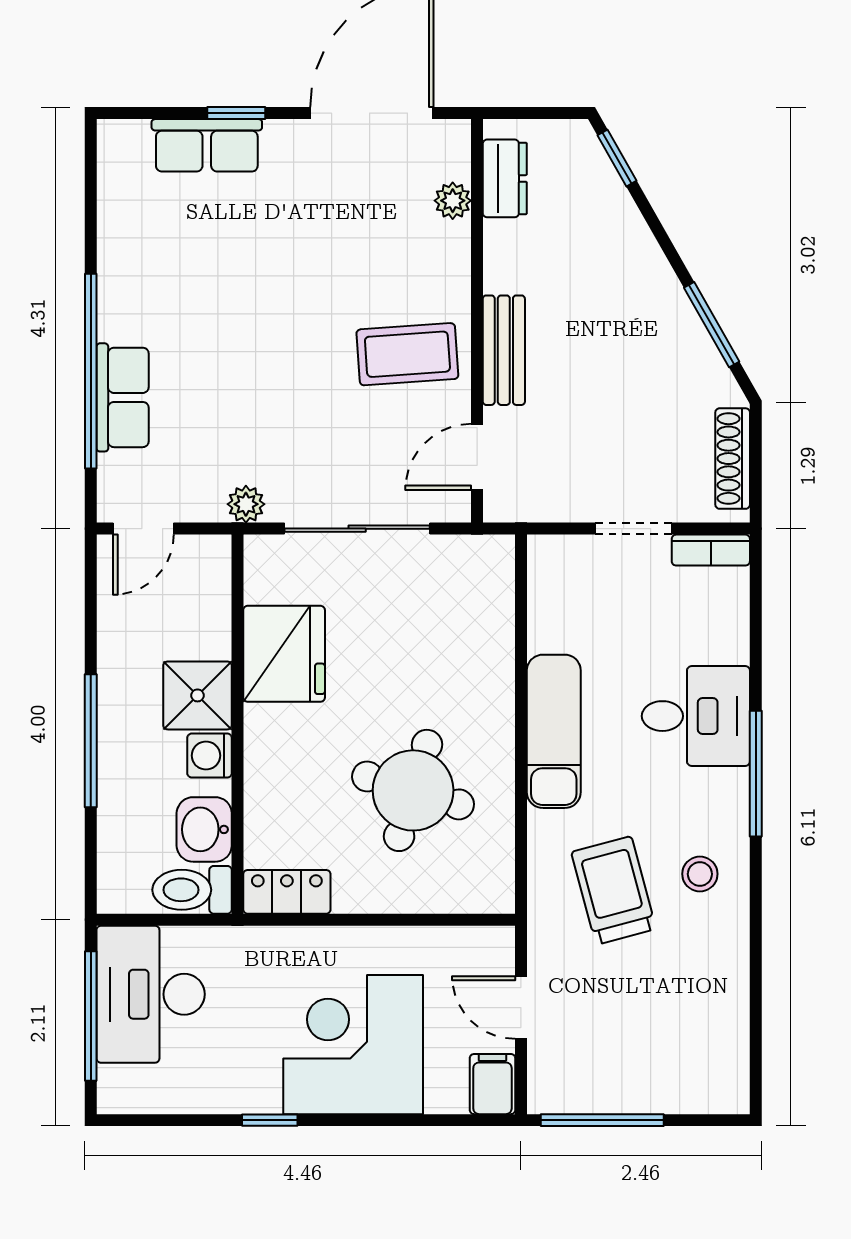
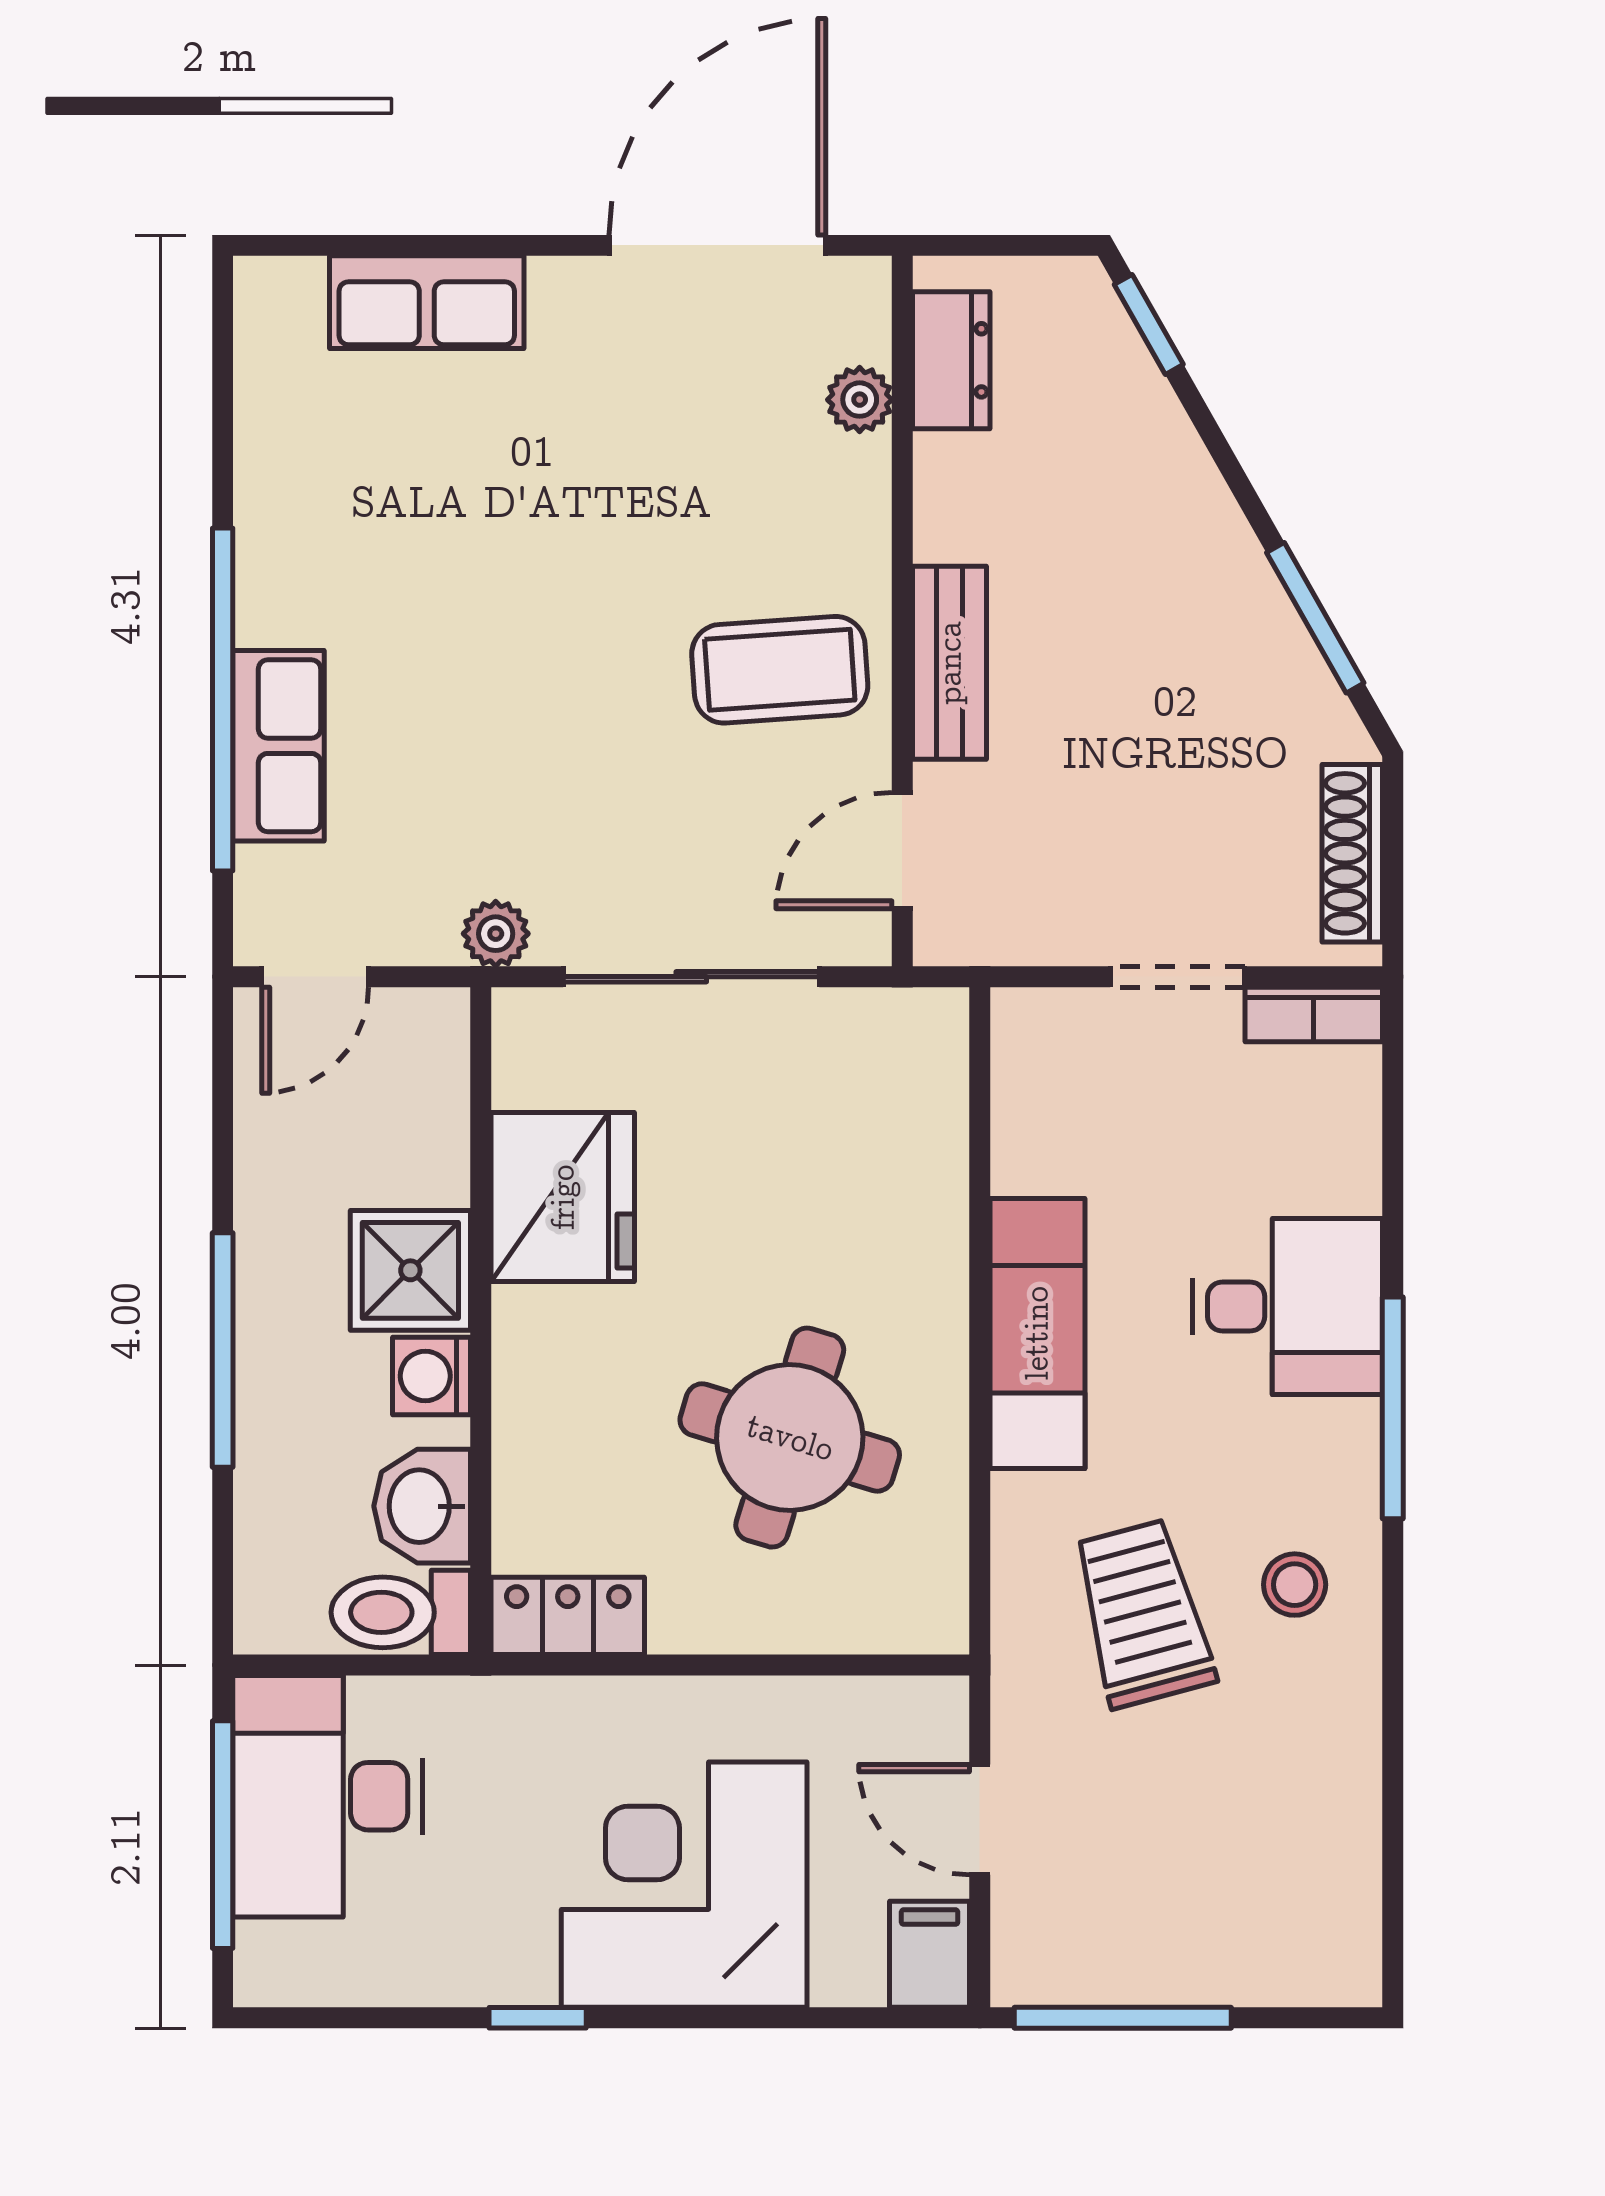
window: (236, 113) -> (479, 245), removed

